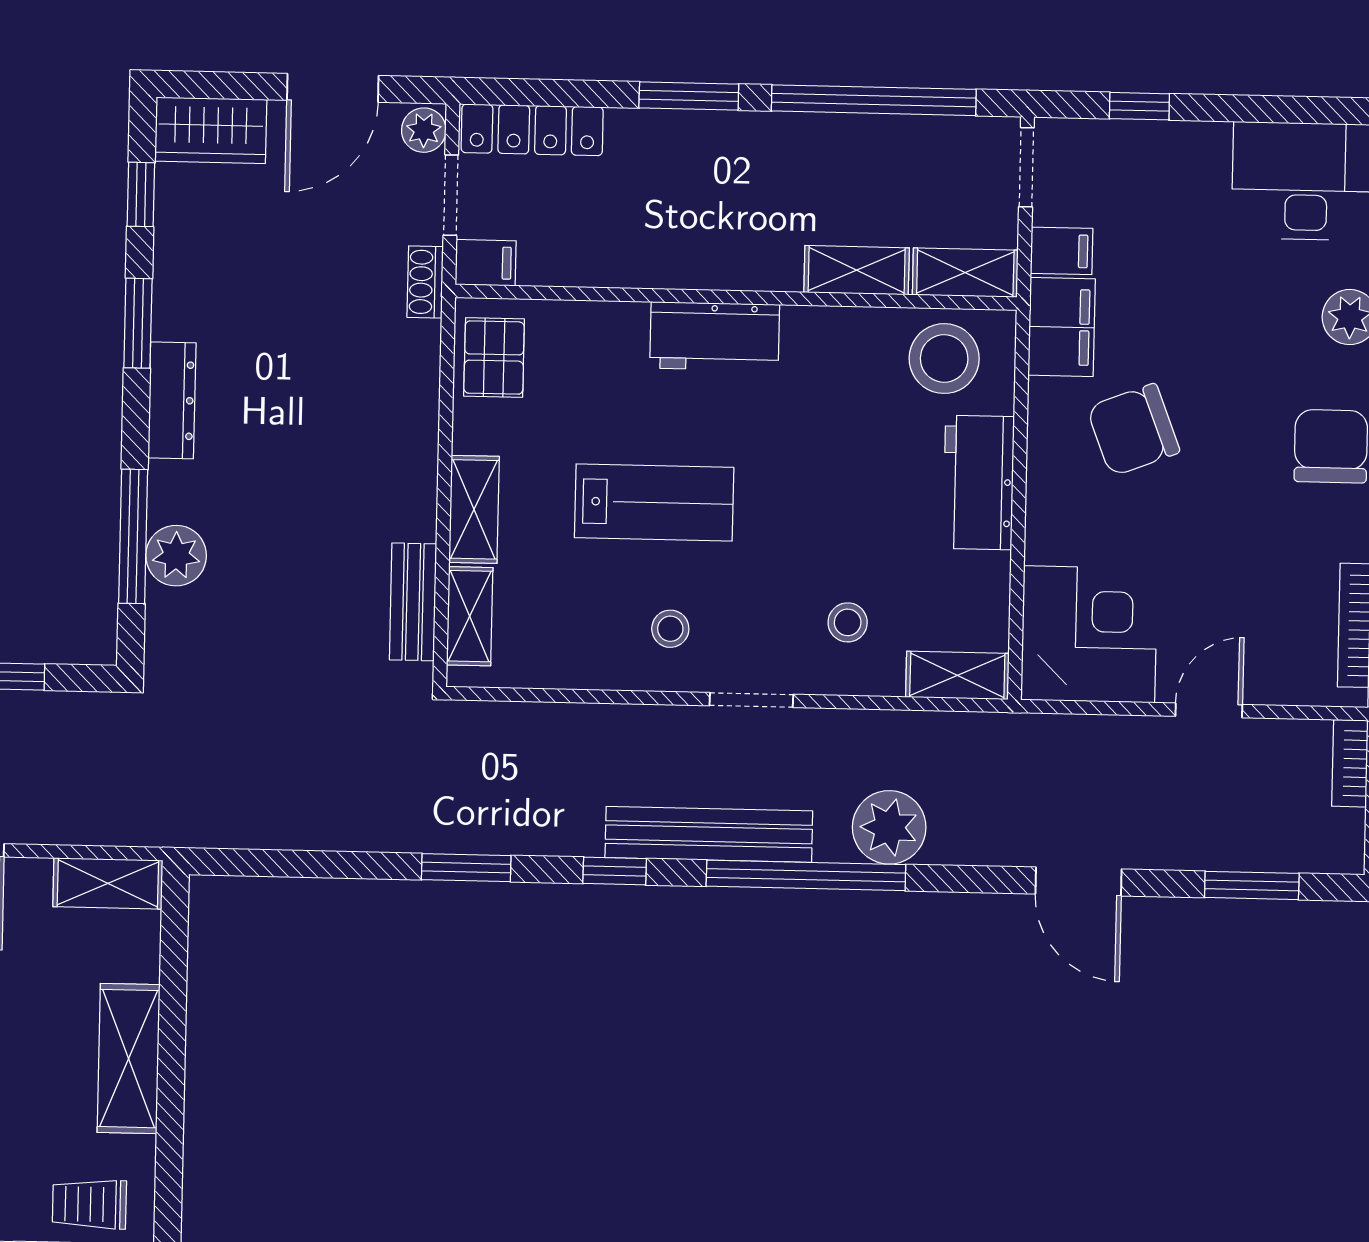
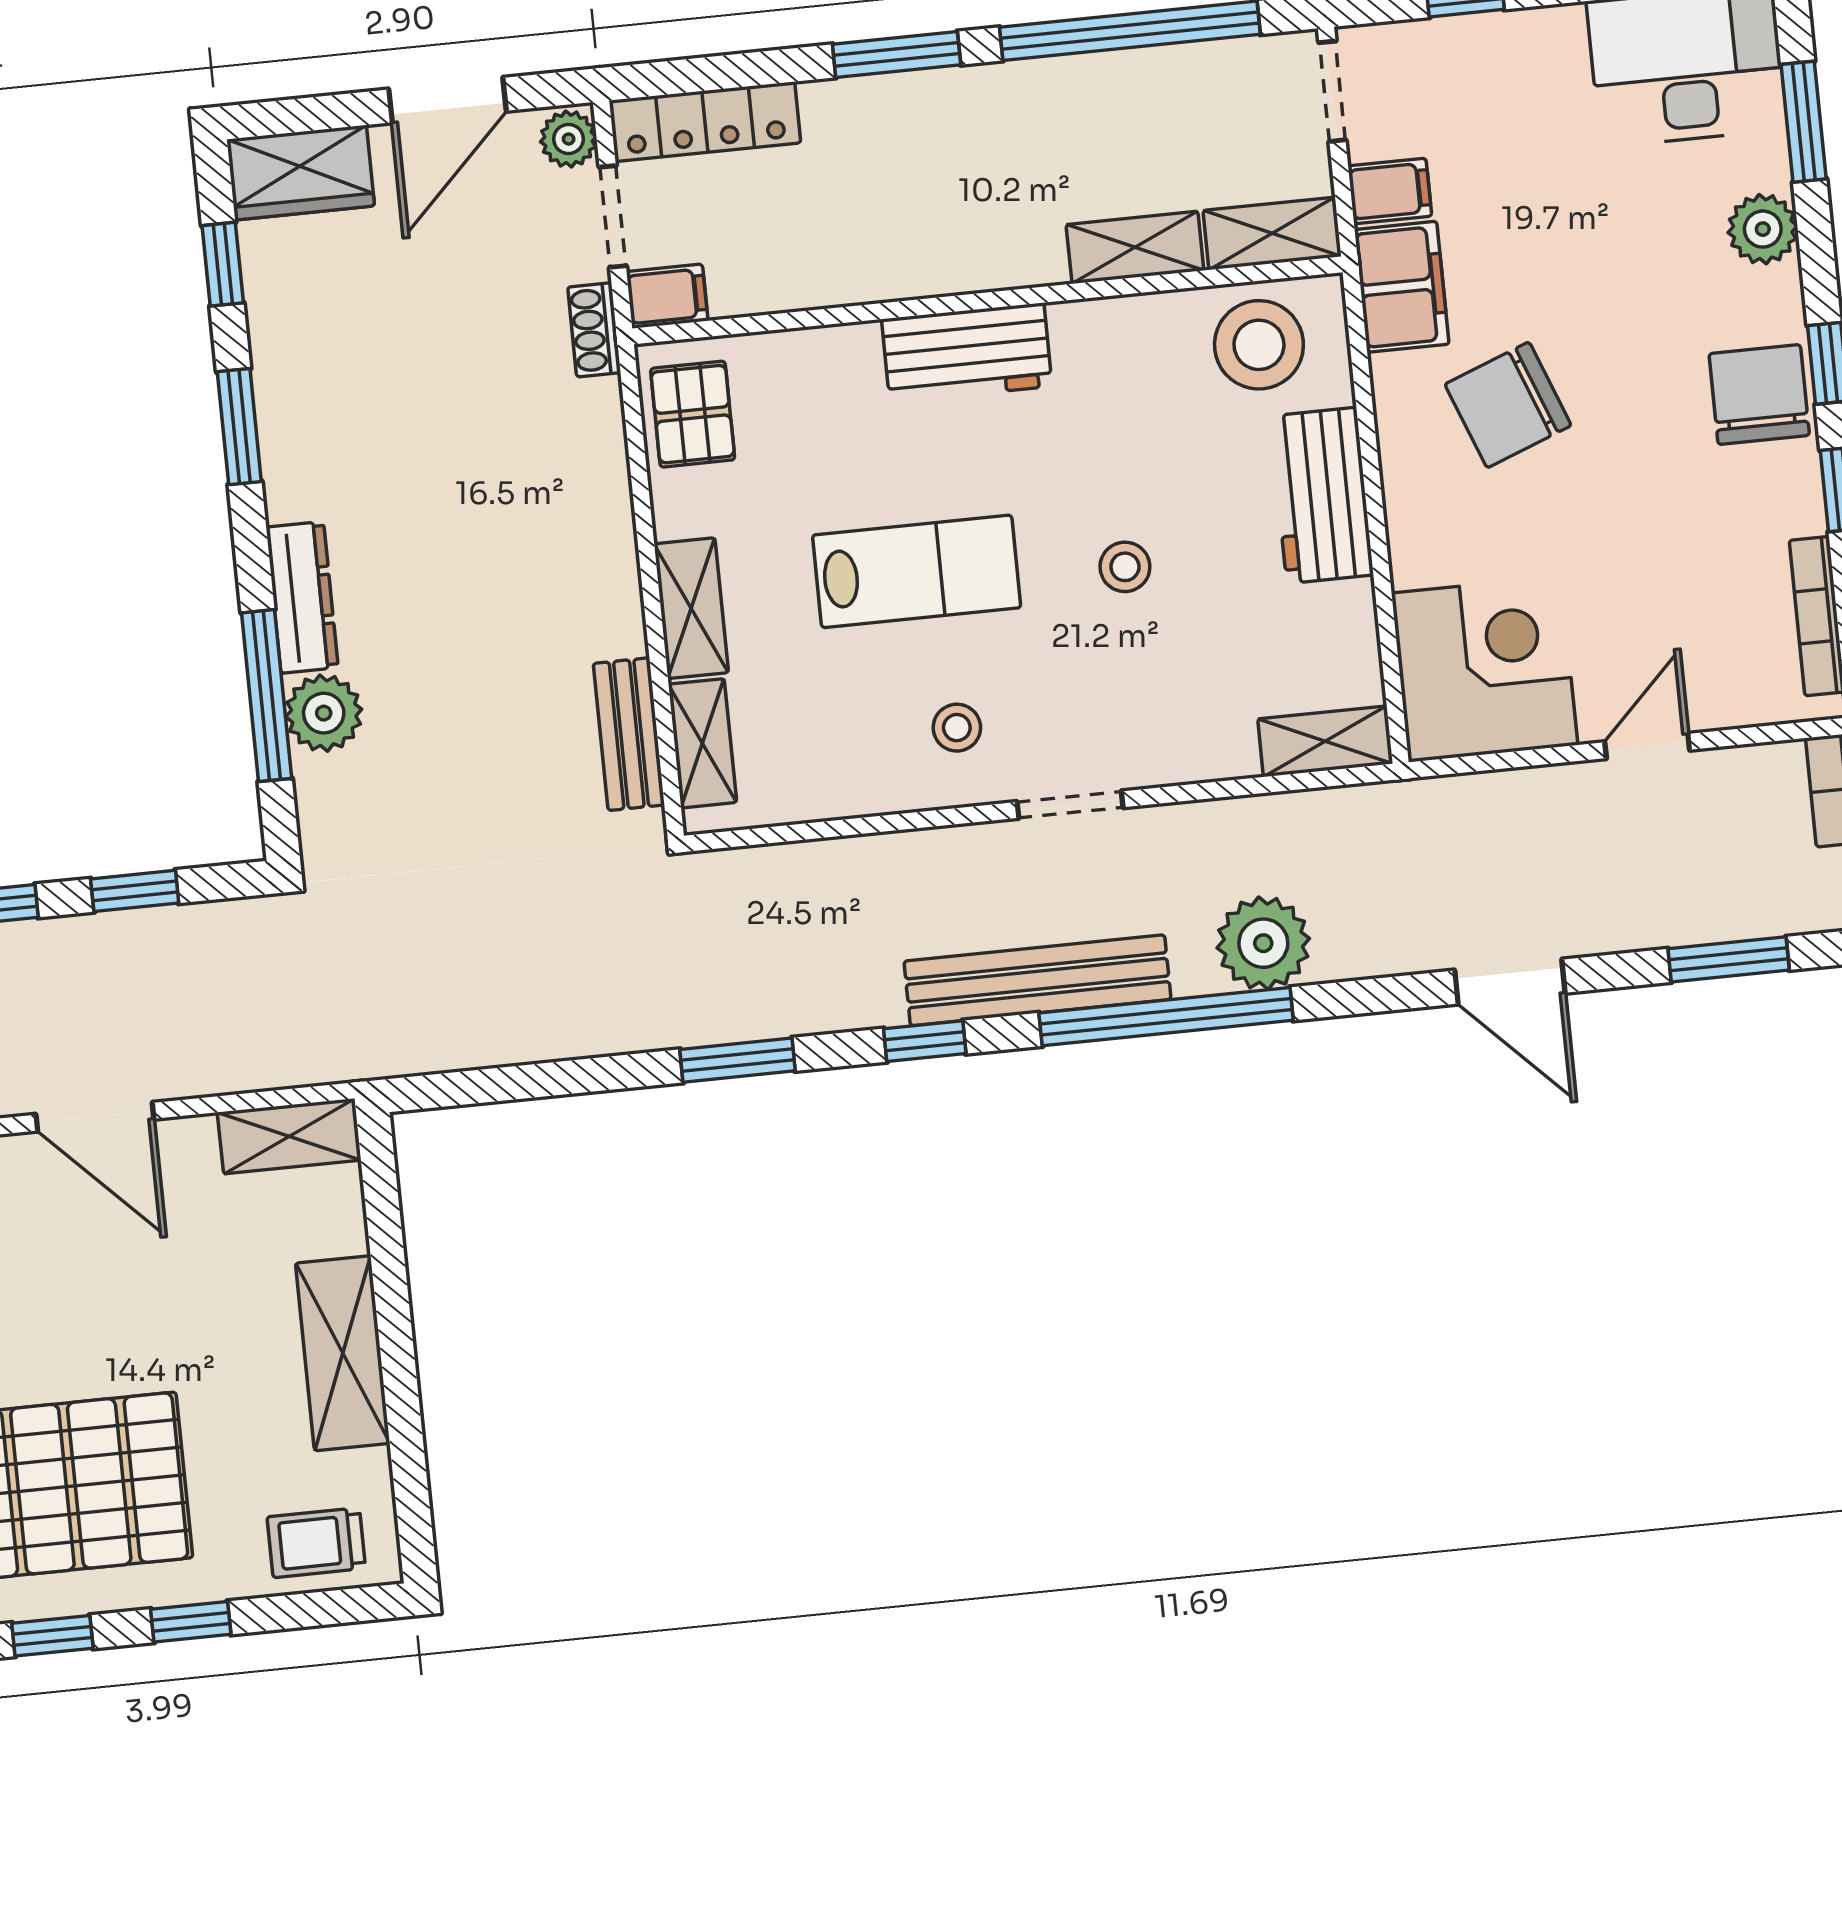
dresser: (172, 400) -> (302, 597), moved
stool: (848, 622) -> (1125, 567), moved

